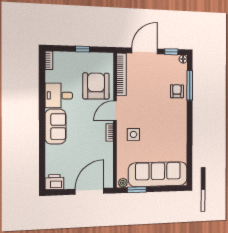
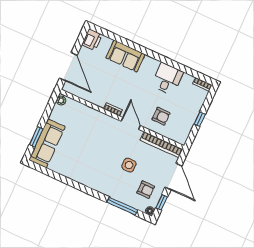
armchair: (96, 86) -> (161, 116), width x0.53, depth x0.53
armchair: (177, 91) -> (146, 190), moved
sofa: (55, 127) -> (125, 56), moved
side table: (133, 134) -> (129, 165), moved
sofa: (158, 174) -> (47, 143), width x0.74, depth x0.79
window: (137, 190) -> (36, 137), moved

